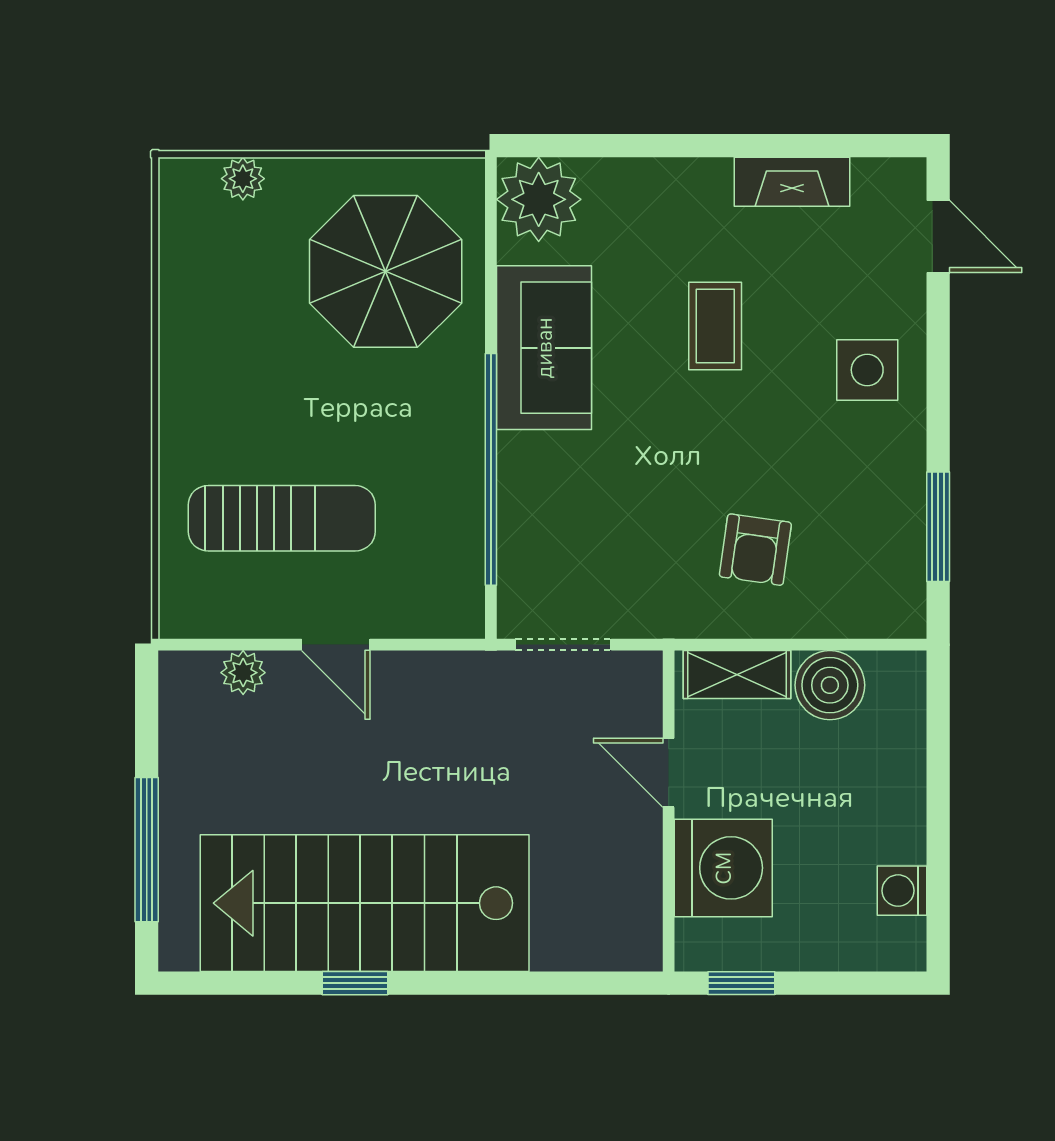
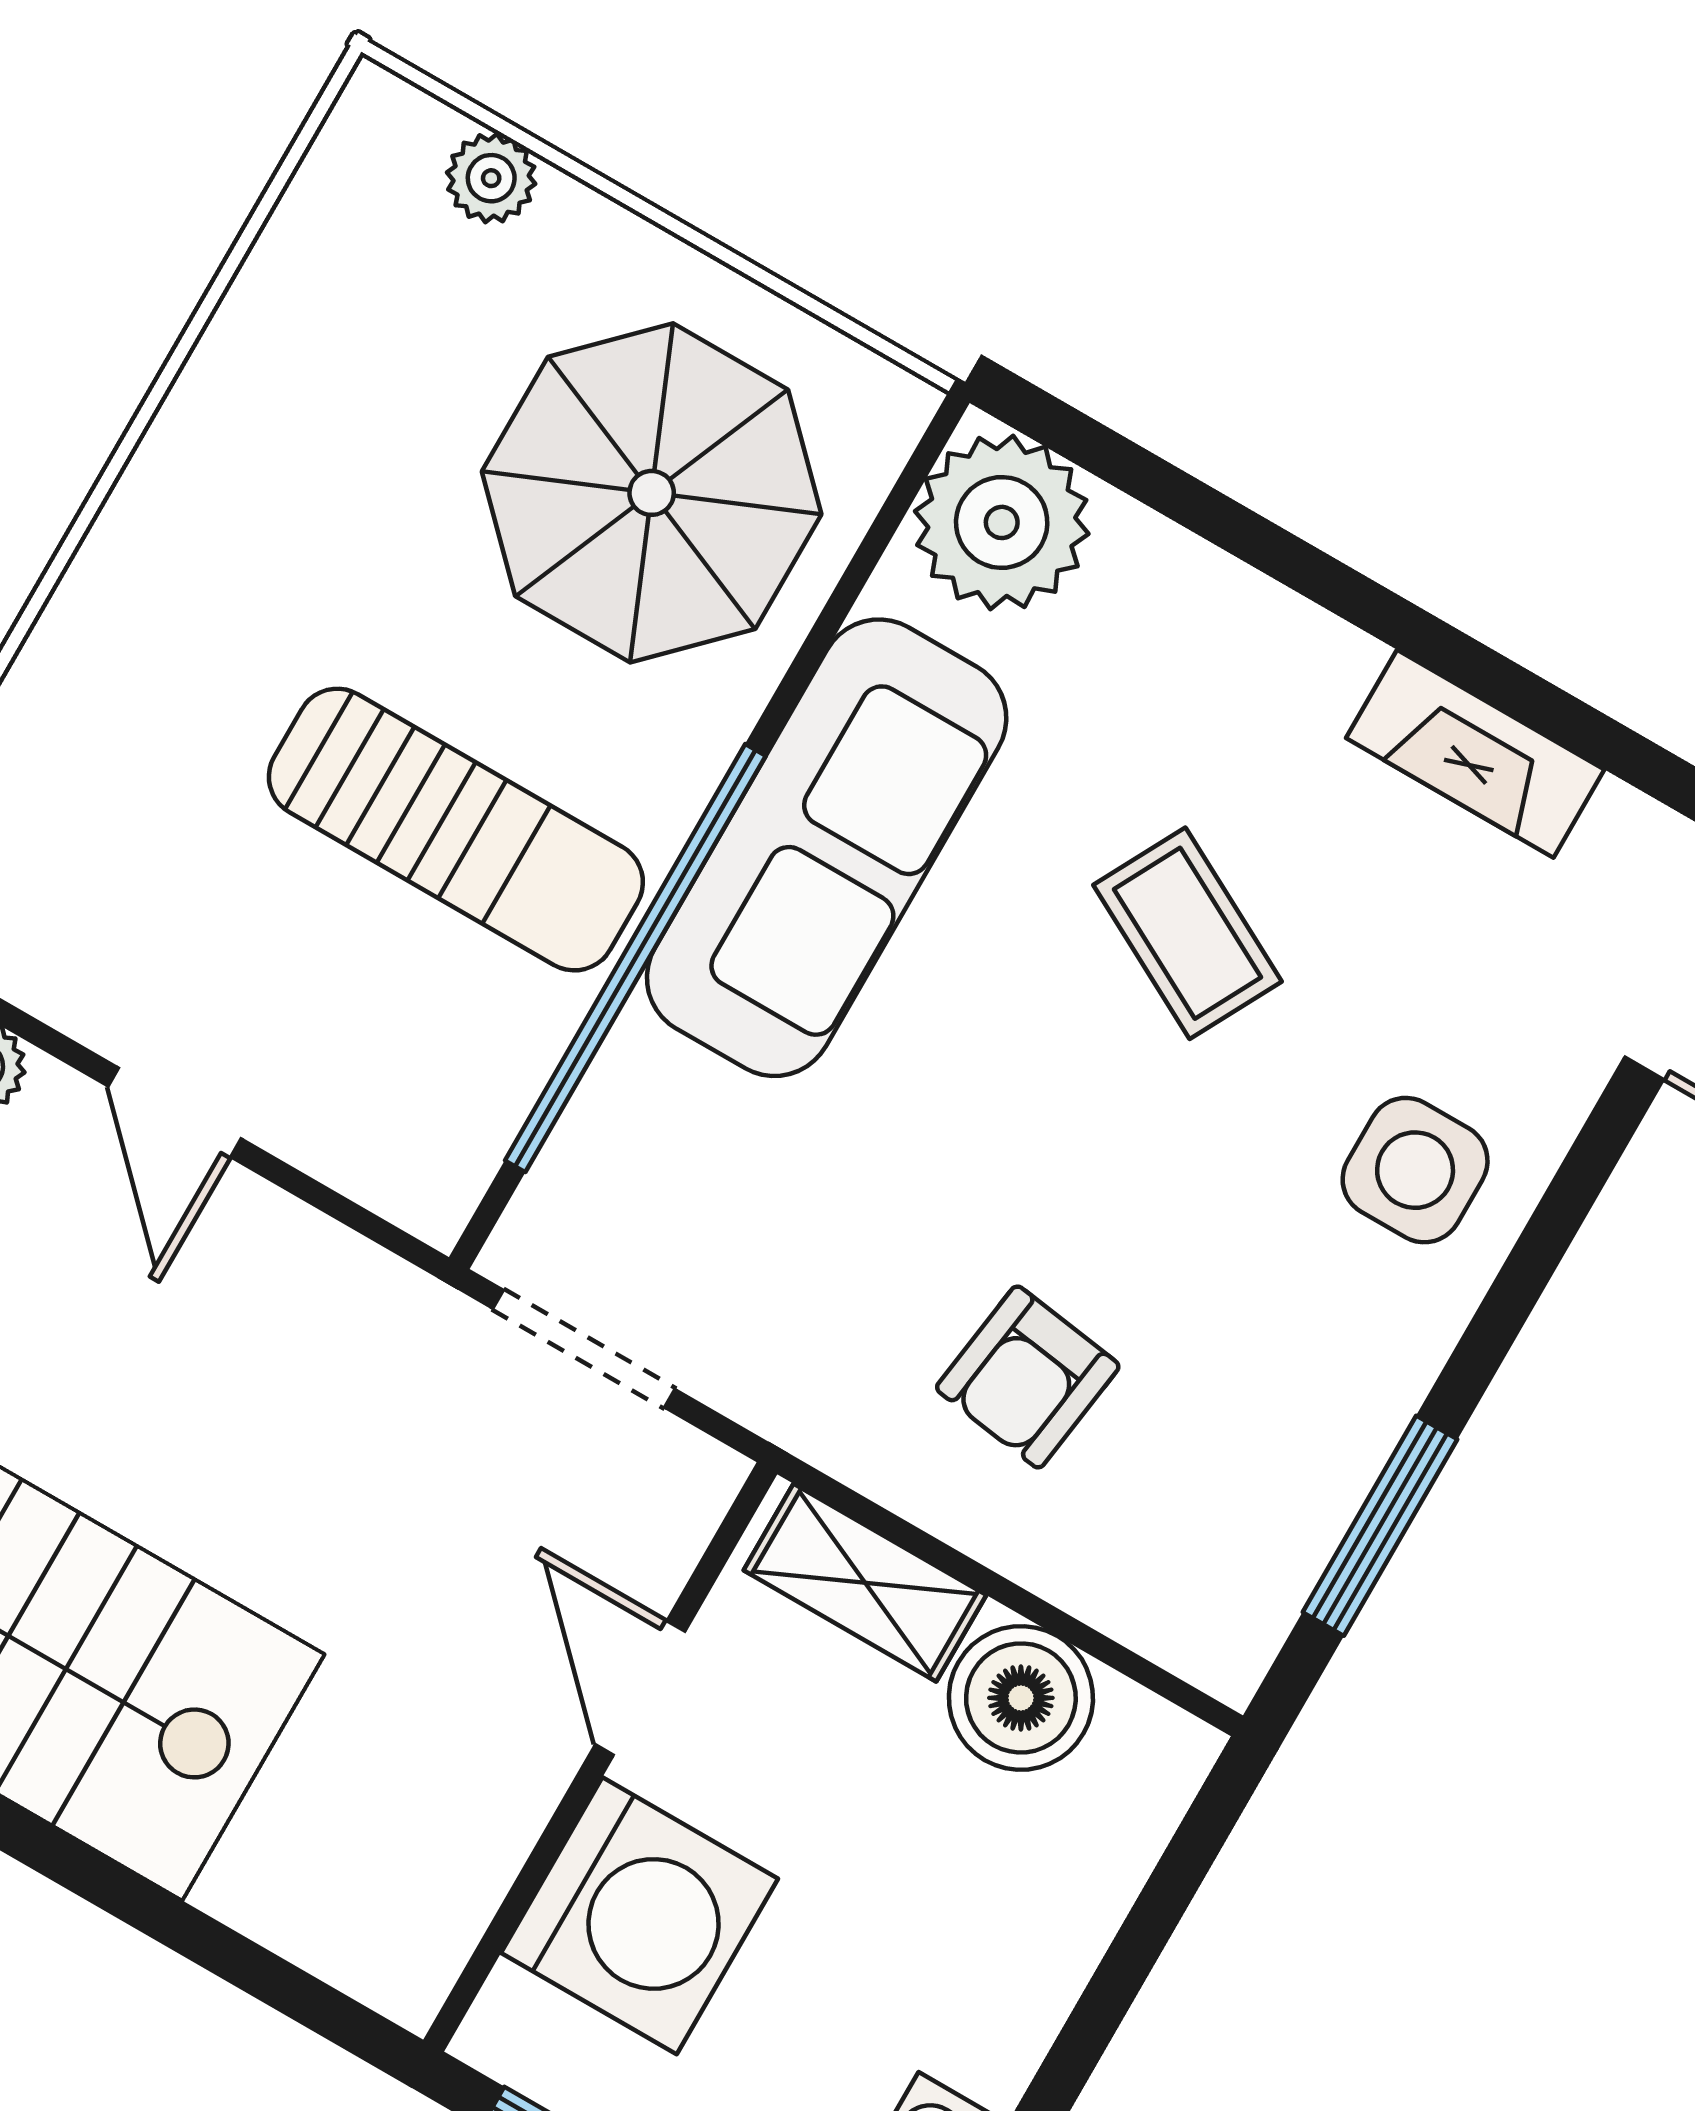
coffee table: (715, 326) -> (1188, 933), turned -62
sofa: (544, 348) -> (827, 848), width x1.36
sun lounger: (282, 518) -> (456, 830), moved

